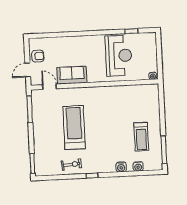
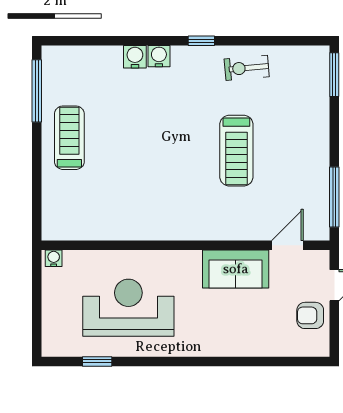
reception desk: (119, 56) -> (128, 308), turned 90
door: (49, 87) -> (287, 245), swing flipped
treadmill: (74, 128) -> (236, 151), width x0.73, depth x0.73
treadmill: (141, 137) -> (69, 138), moved
water cooler: (138, 166) -> (159, 56), moved

